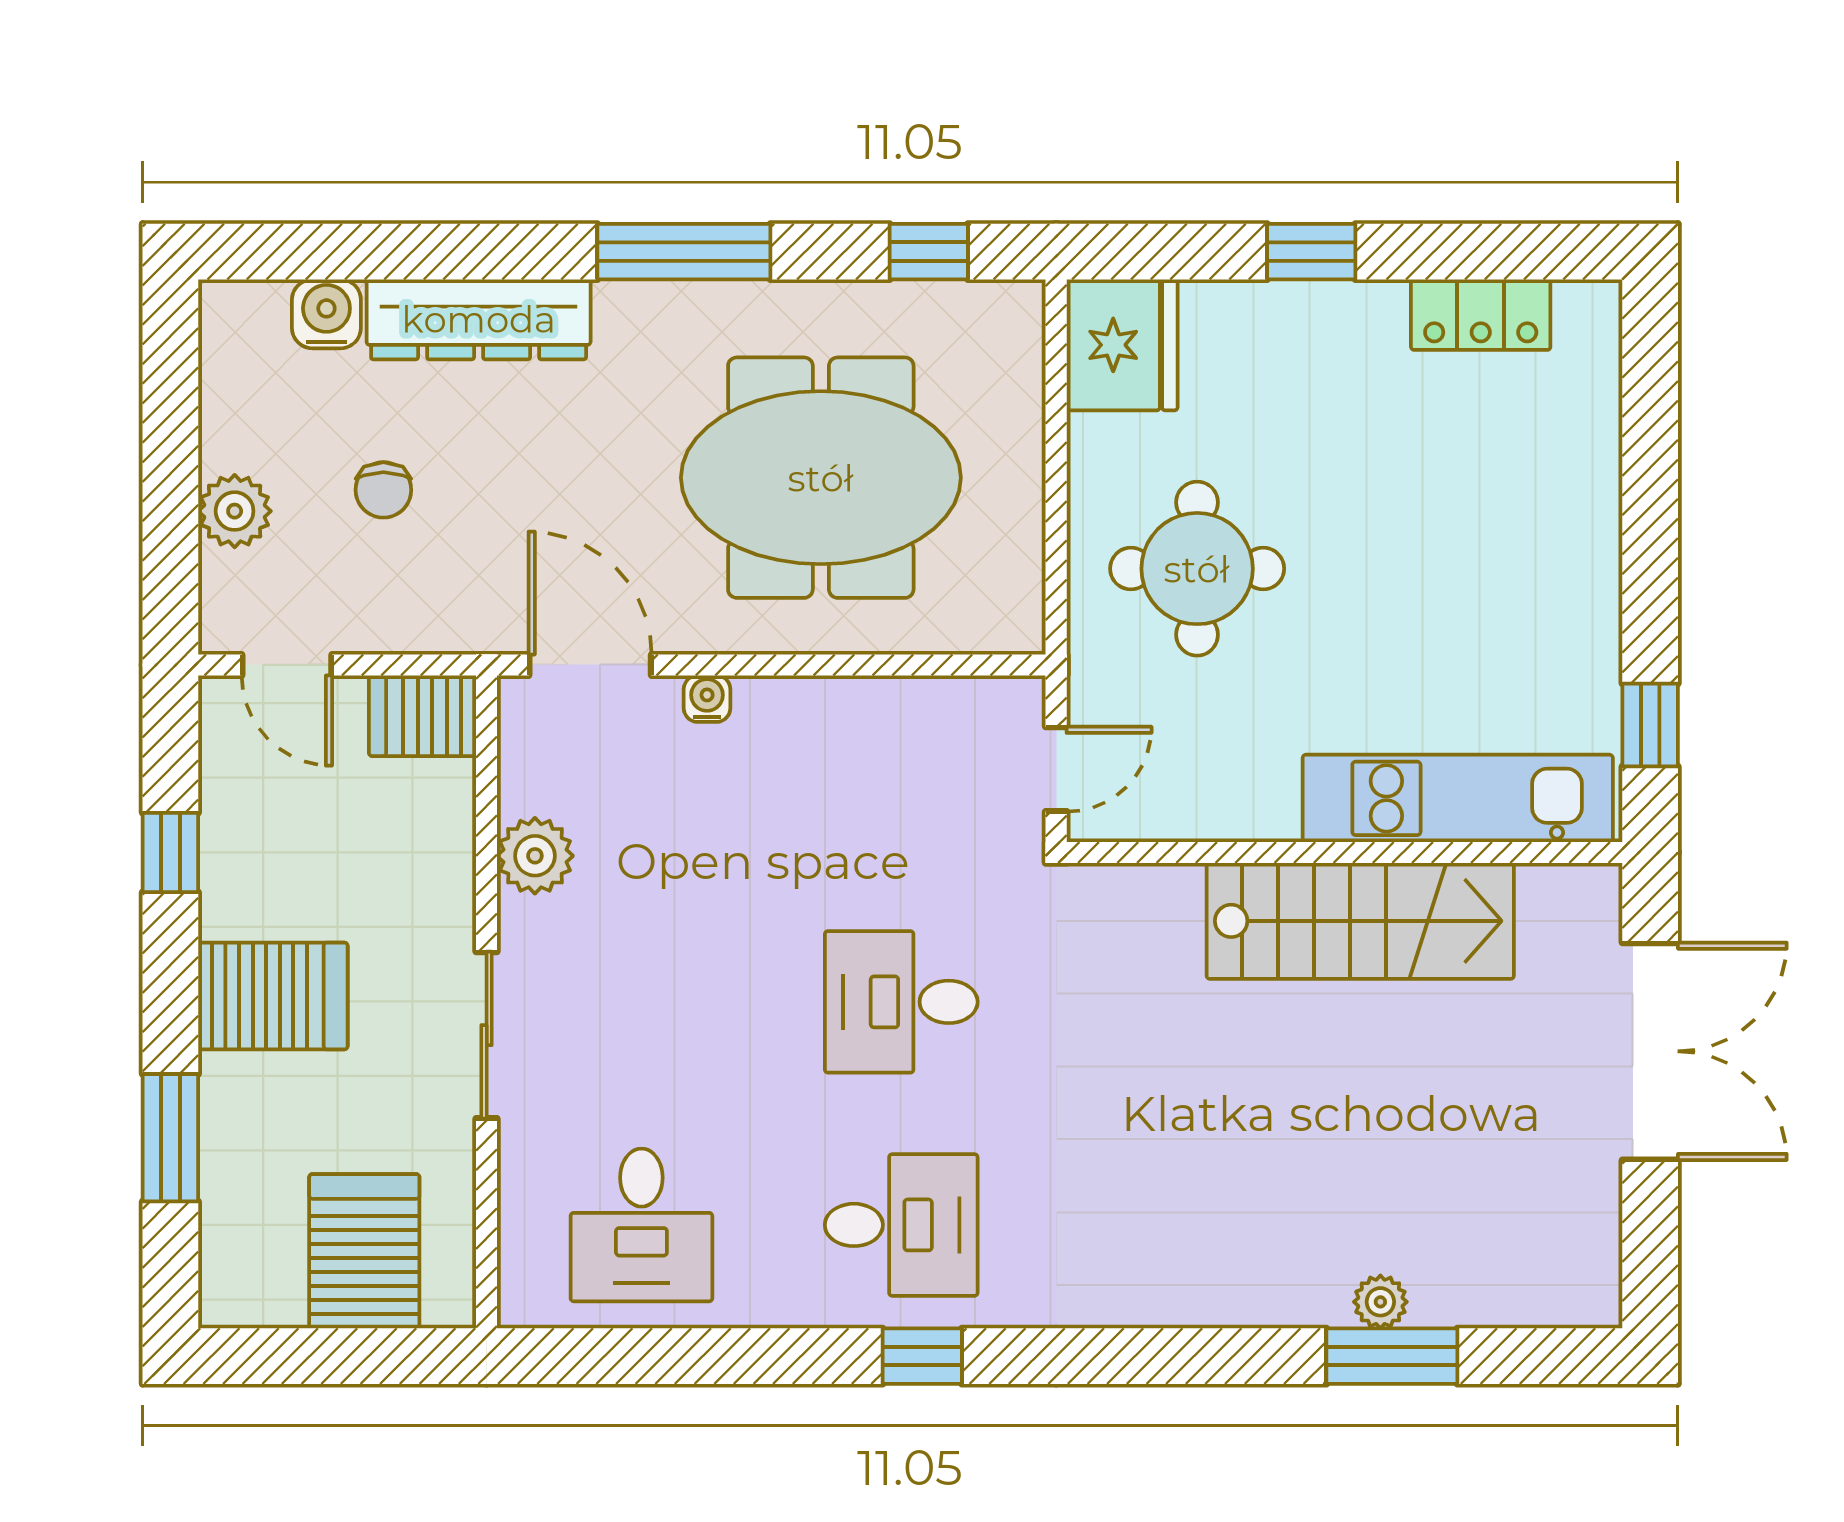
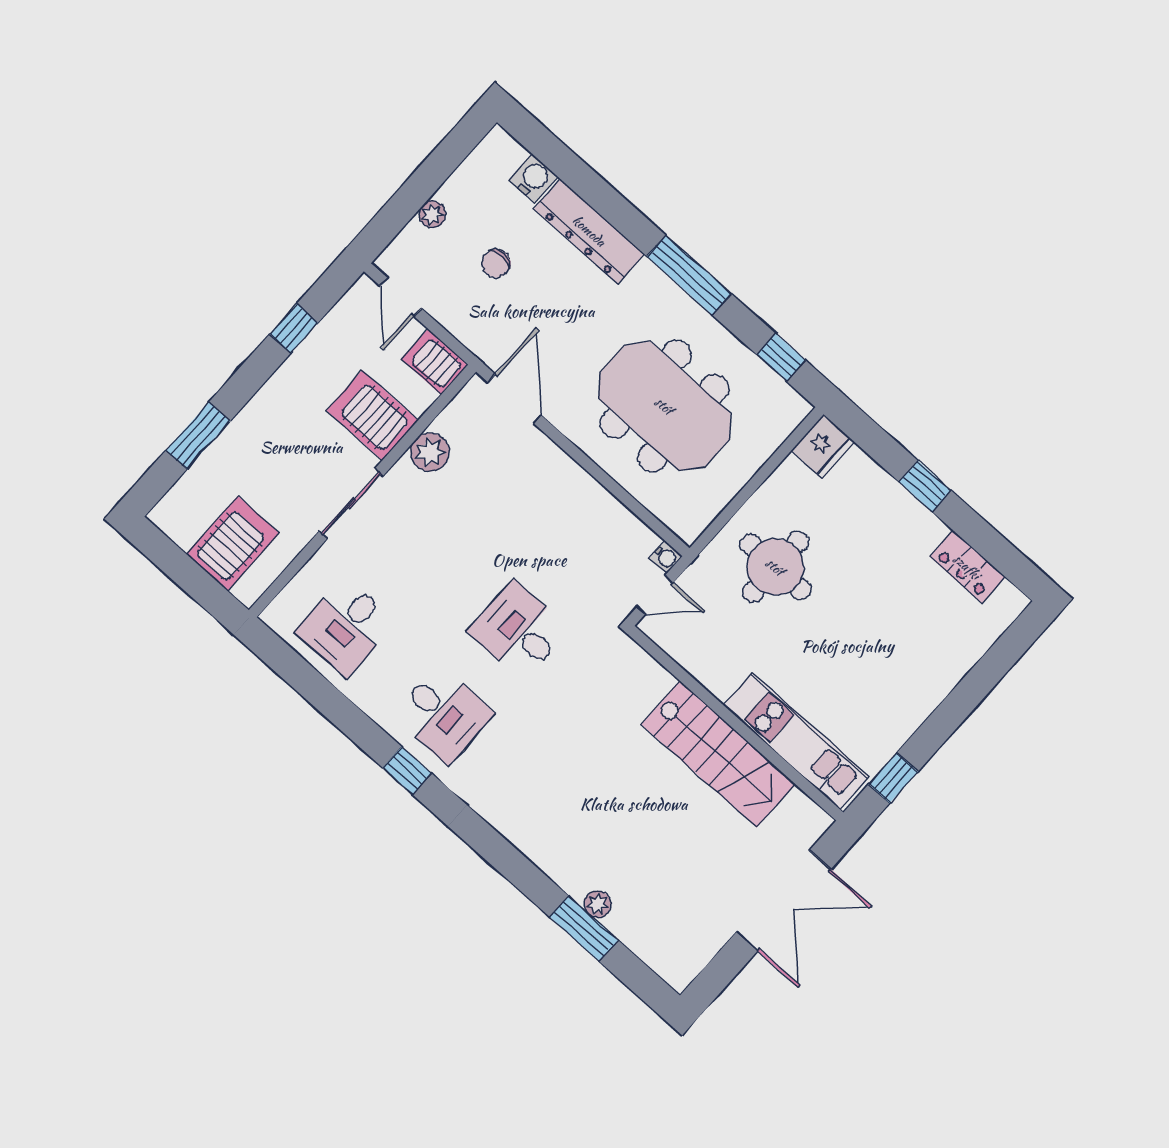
fridge: (1122, 345) -> (823, 446), width x0.73, depth x0.75
plant: (235, 511) -> (432, 214), width x0.73, depth x0.73
water cooler: (707, 699) -> (666, 557), moved, turned 90
server rack: (273, 996) -> (372, 415), moved, turned 180

